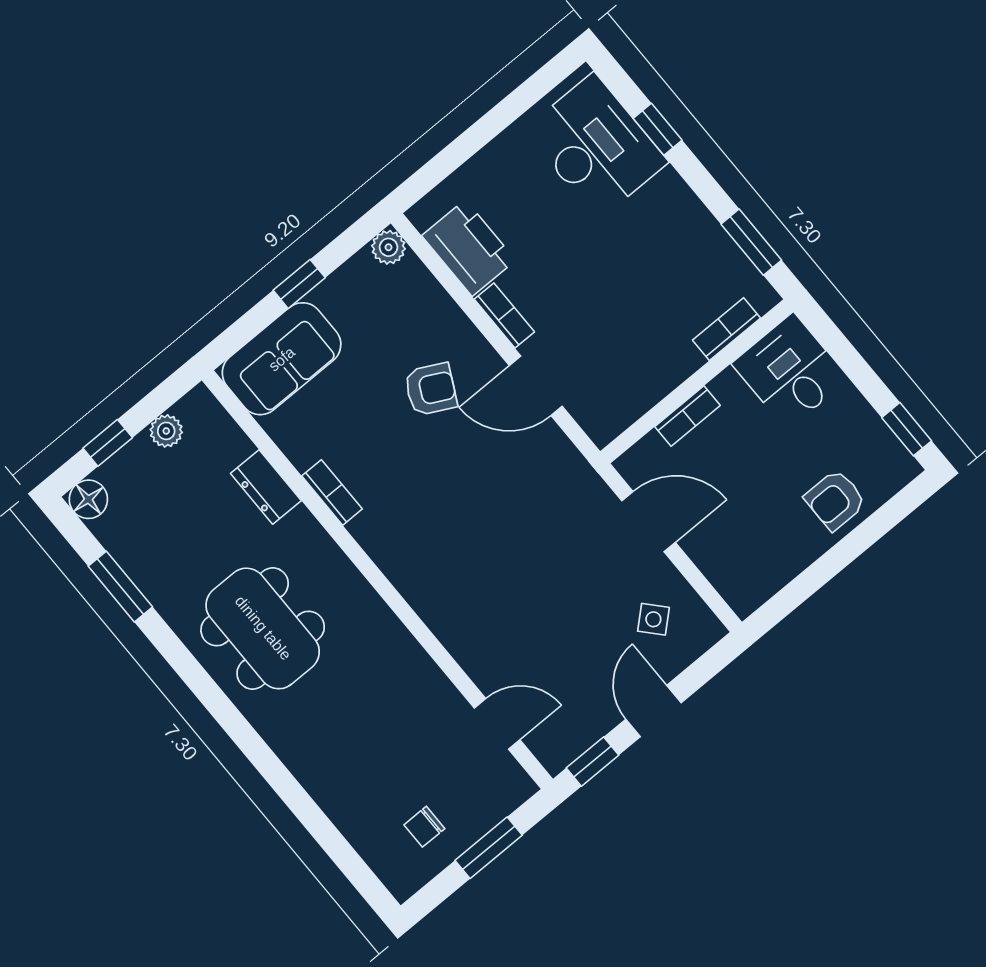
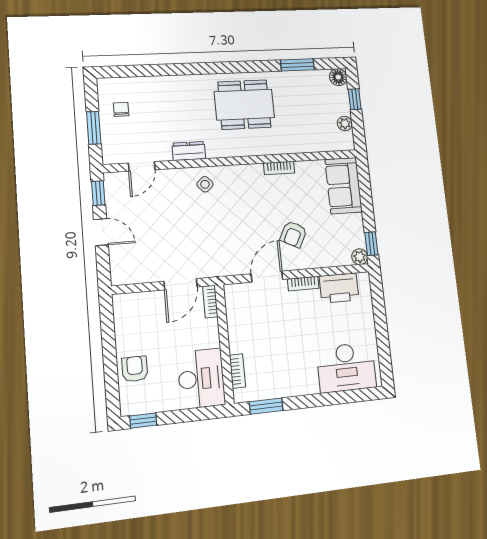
window: (658, 129) -> (337, 398), removed
window: (299, 284) -> (371, 244), moved
desk: (790, 371) -> (201, 379), width x1.37
bookcase: (688, 416) -> (210, 301), moved
dresser: (266, 487) -> (189, 151), moved
side table: (653, 619) -> (205, 184), moved

